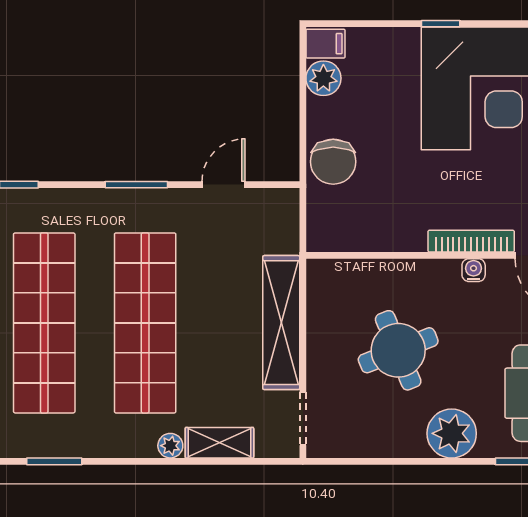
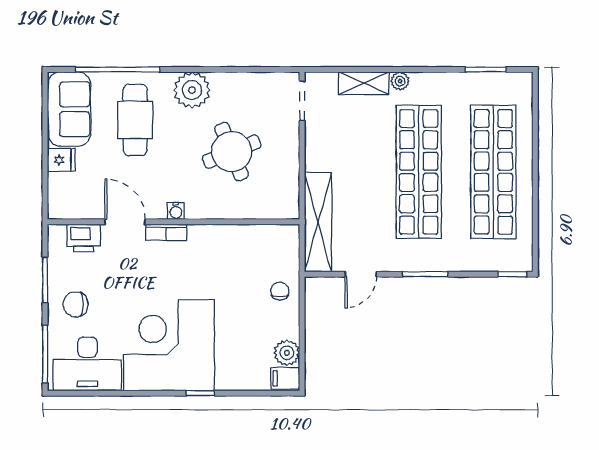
chair: (333, 162) -> (280, 291), width x0.54, depth x0.54
bookcase: (471, 241) -> (166, 232), width x0.64
shelving: (281, 323) -> (318, 222), moved

